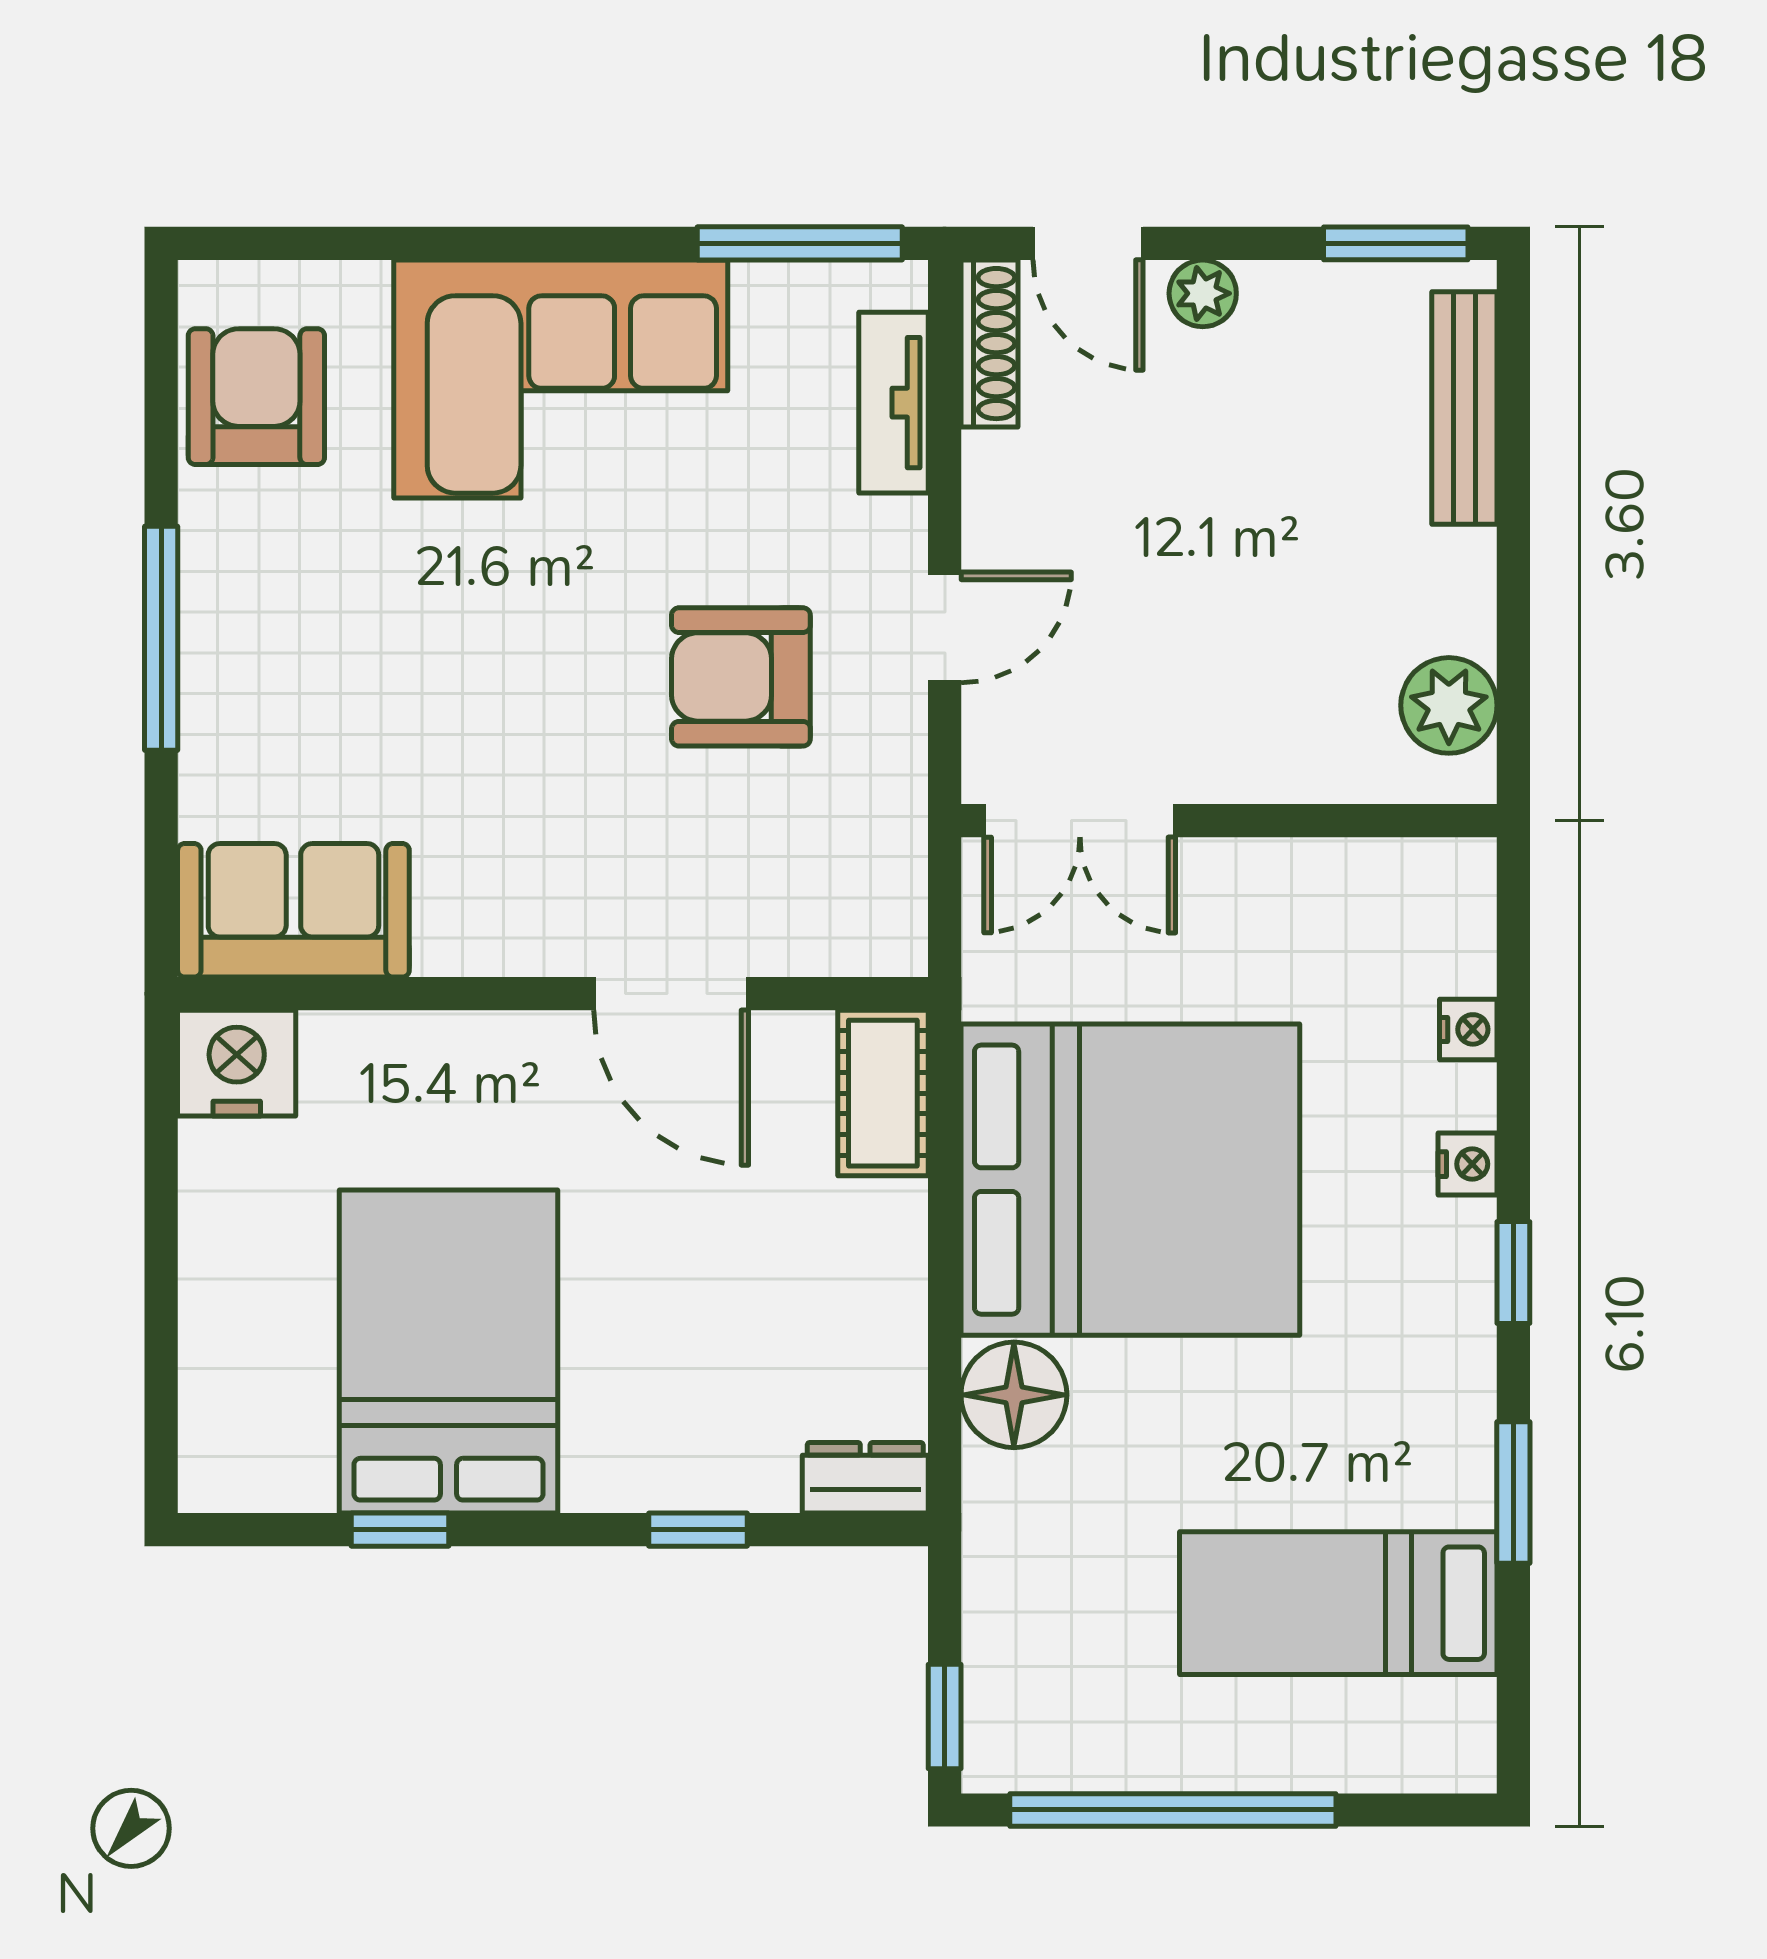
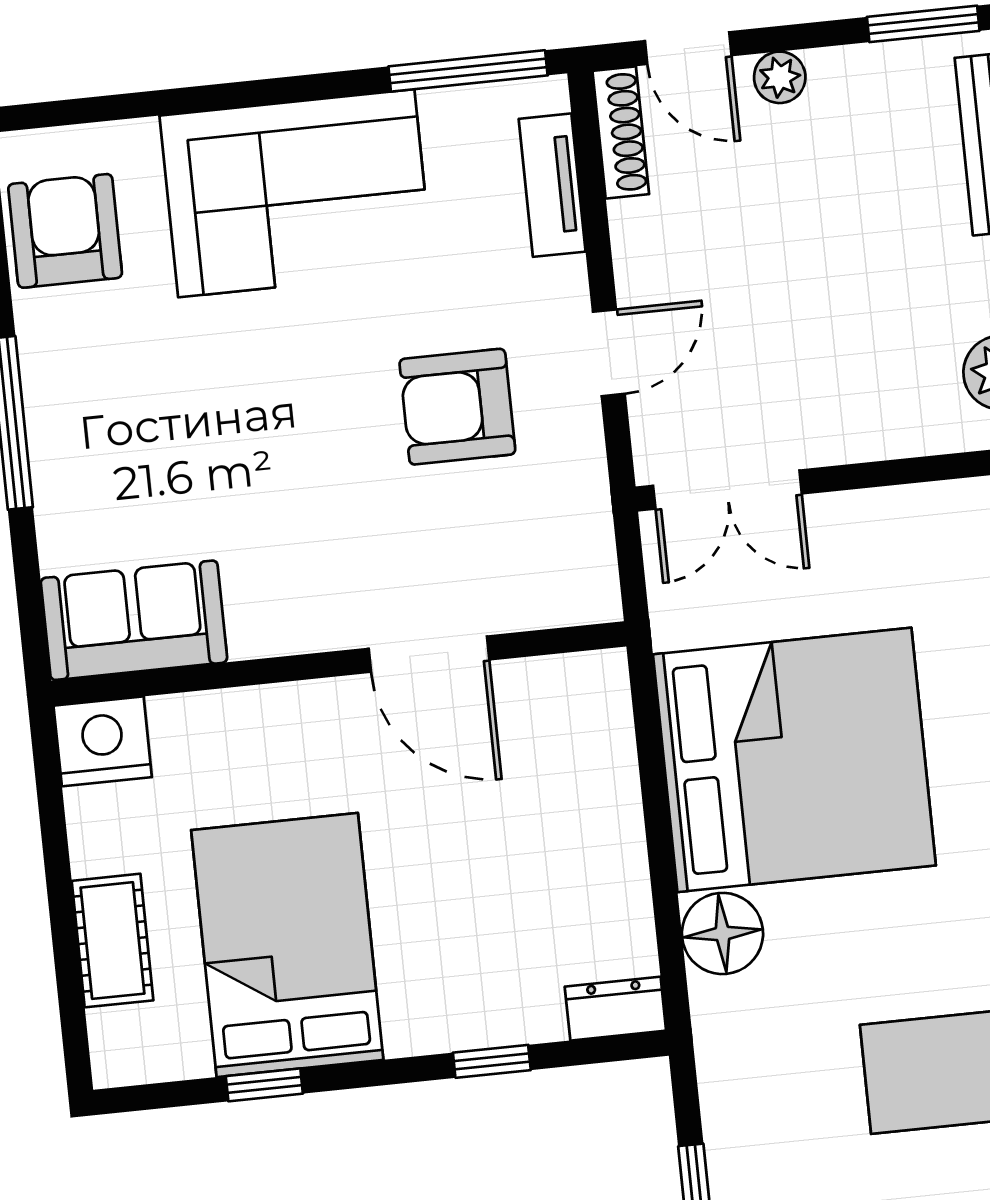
cot: (883, 1093) -> (113, 941), moved

